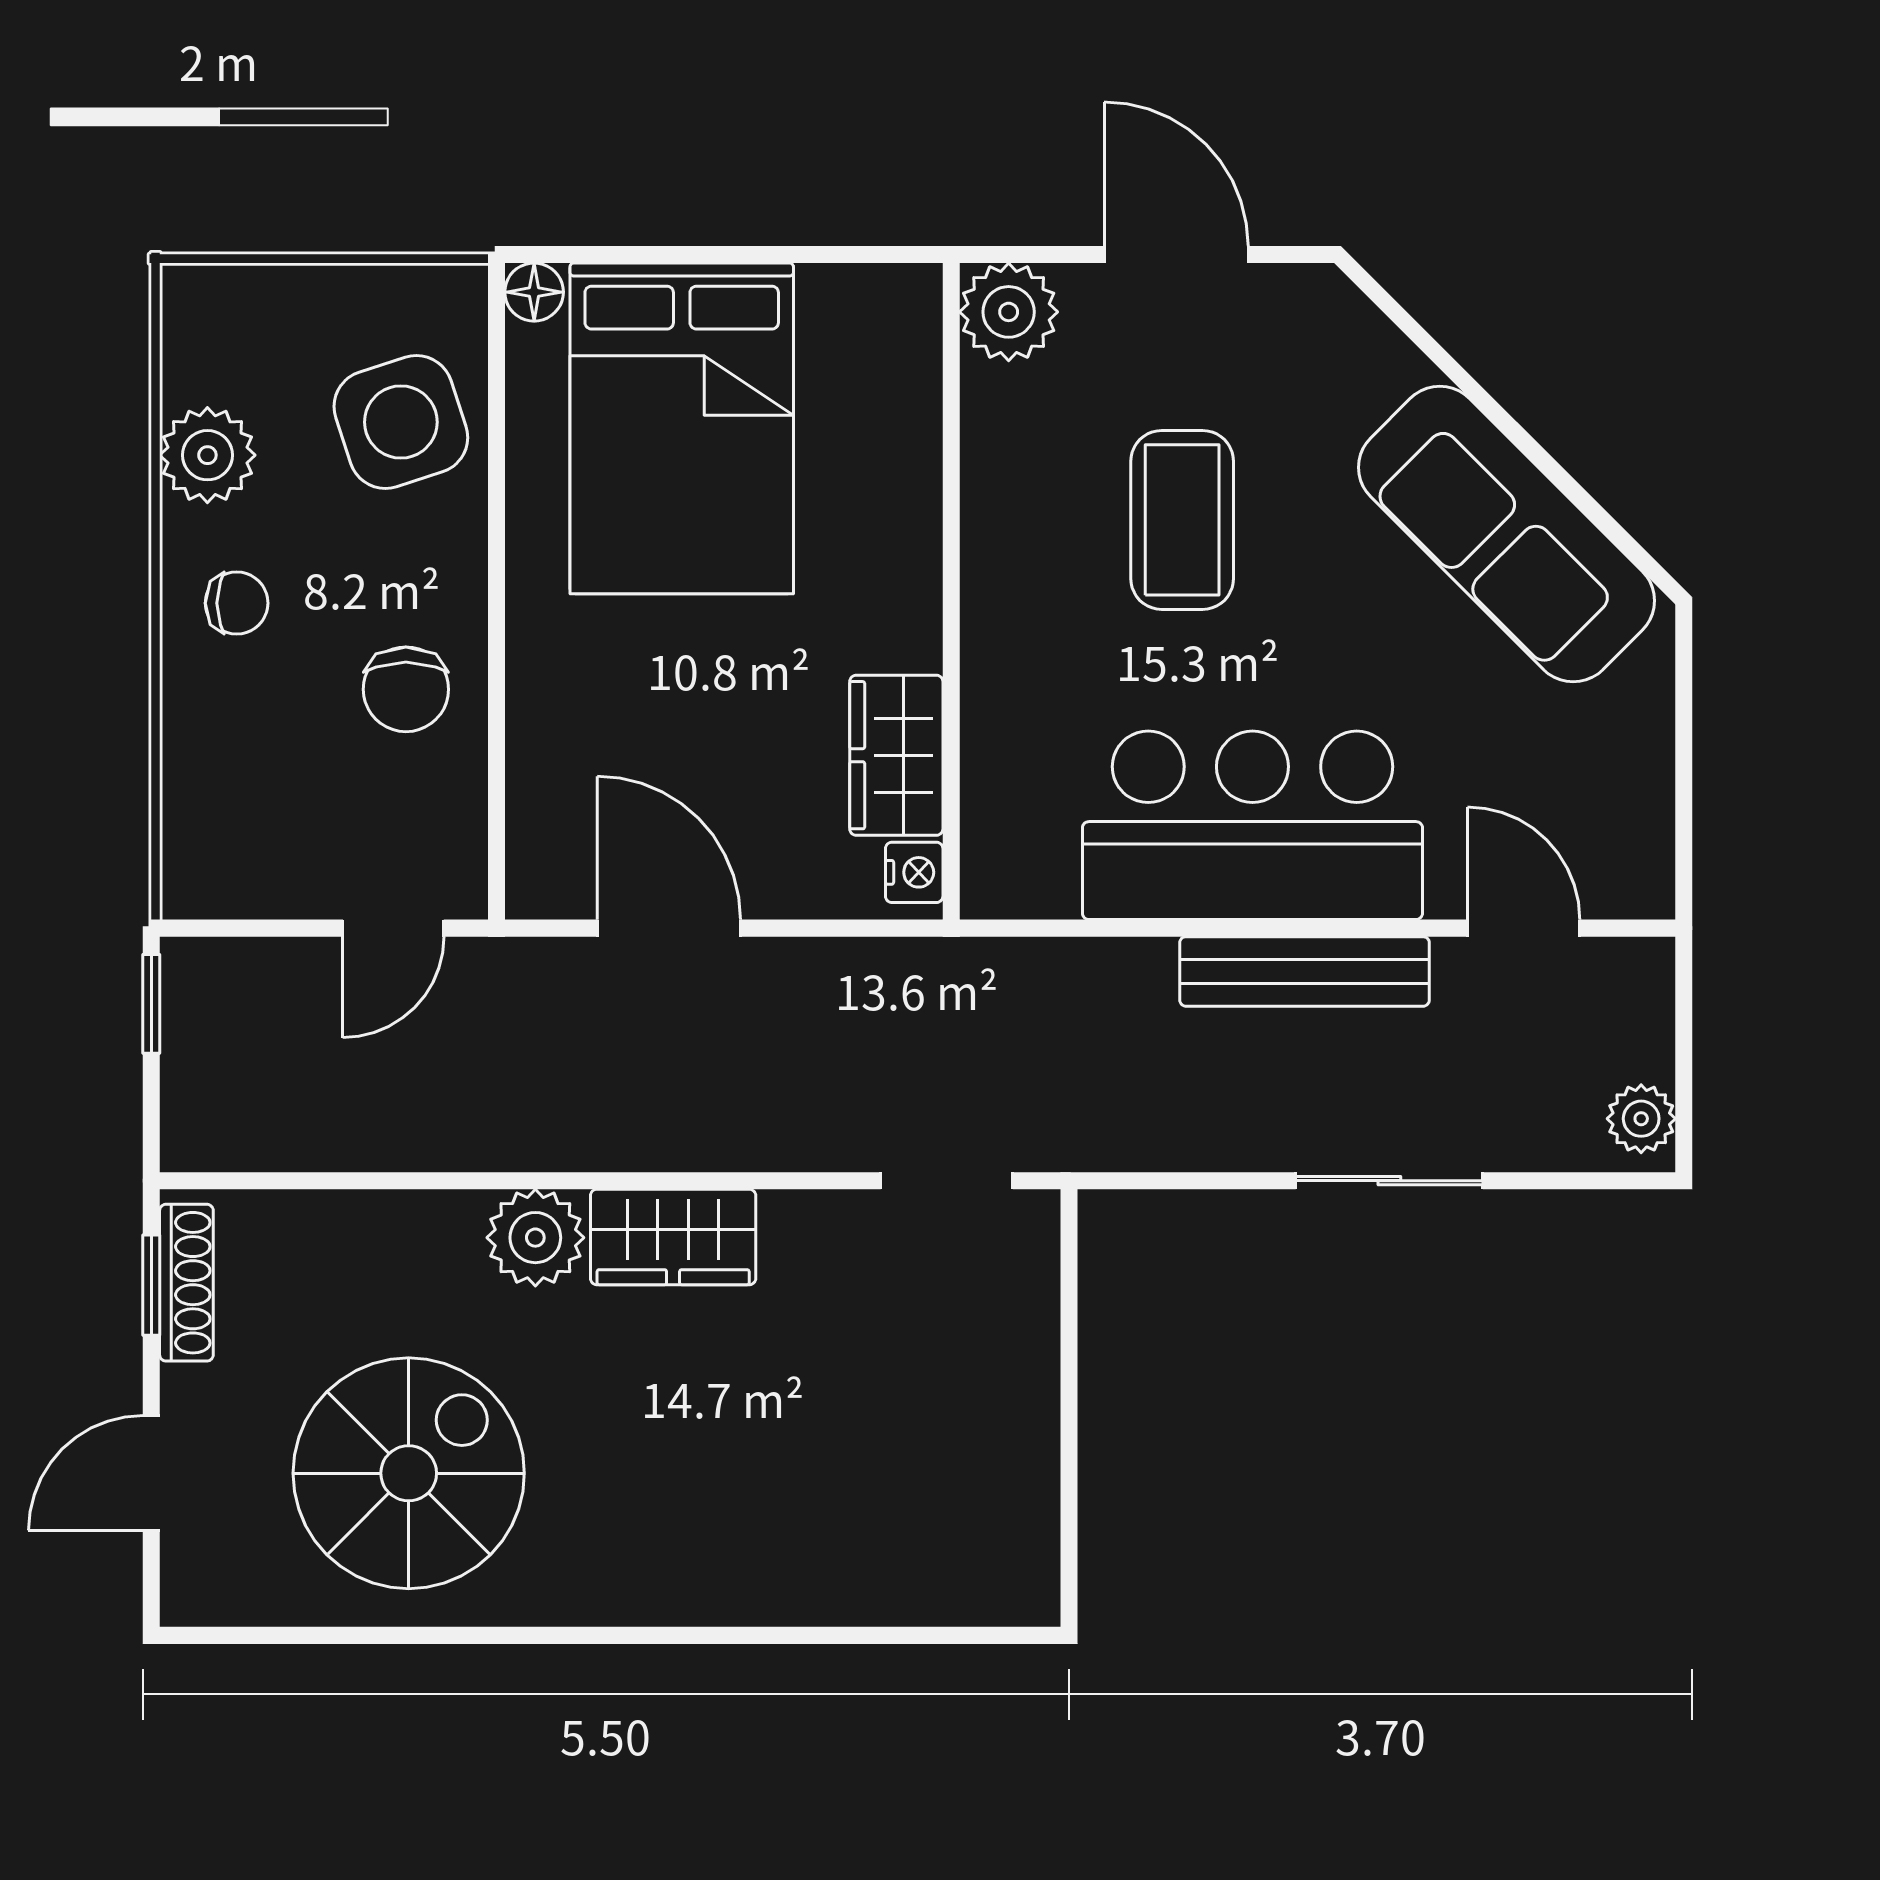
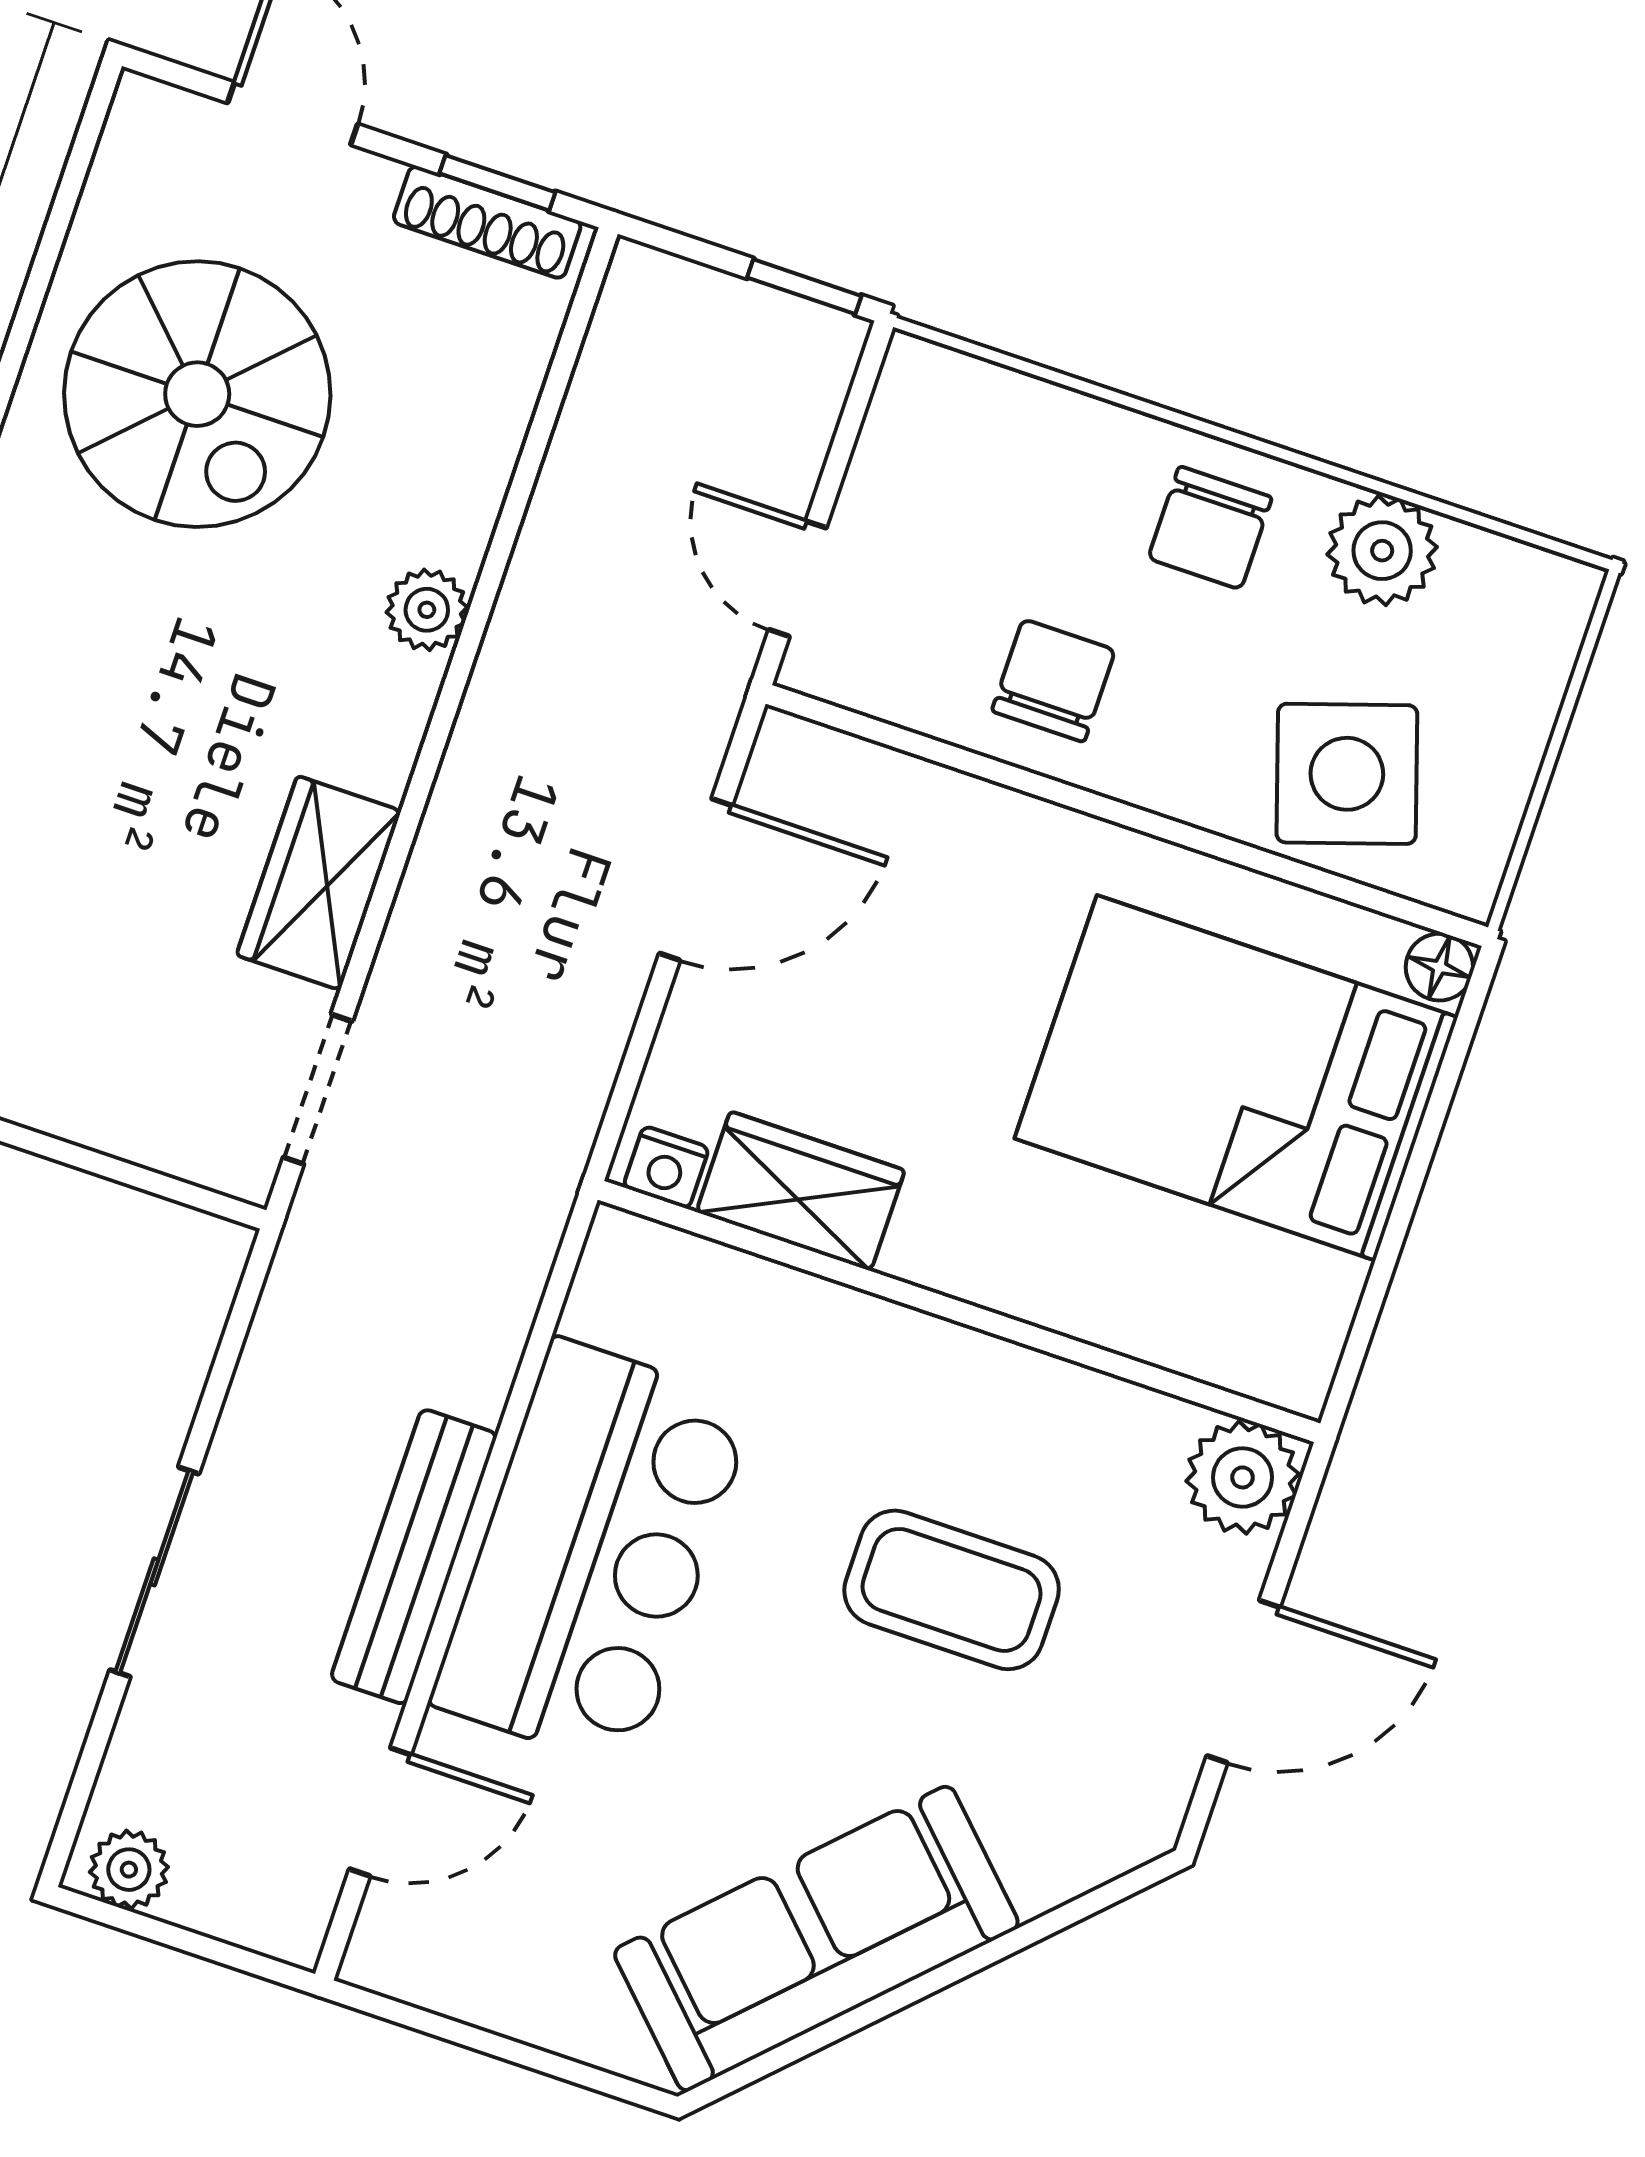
chair: (237, 603) -> (1210, 528), width x1.37, depth x1.37
chair: (406, 689) -> (1053, 681), turned 90
wardrobe: (673, 1237) -> (319, 883), moved
plant: (535, 1238) -> (427, 610), width x0.73, depth x0.73

